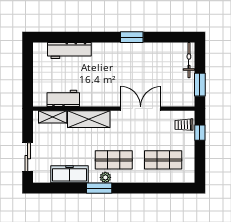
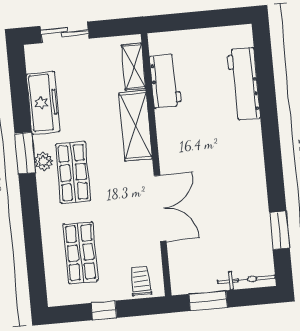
window: (132, 37) -> (279, 230), moved
window: (200, 133) -> (104, 310), moved

